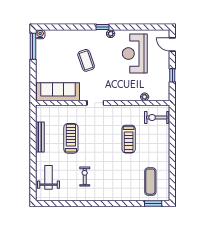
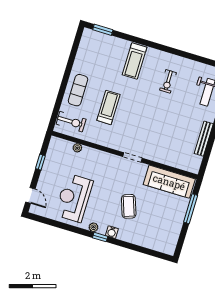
water cooler: (40, 34) -> (112, 232), moved
window: (33, 46) -> (191, 209), moved
reception desk: (135, 54) -> (74, 198), turned 180
treadmill: (71, 138) -> (135, 61), moved
exercise mat: (150, 182) -> (78, 90), moved

